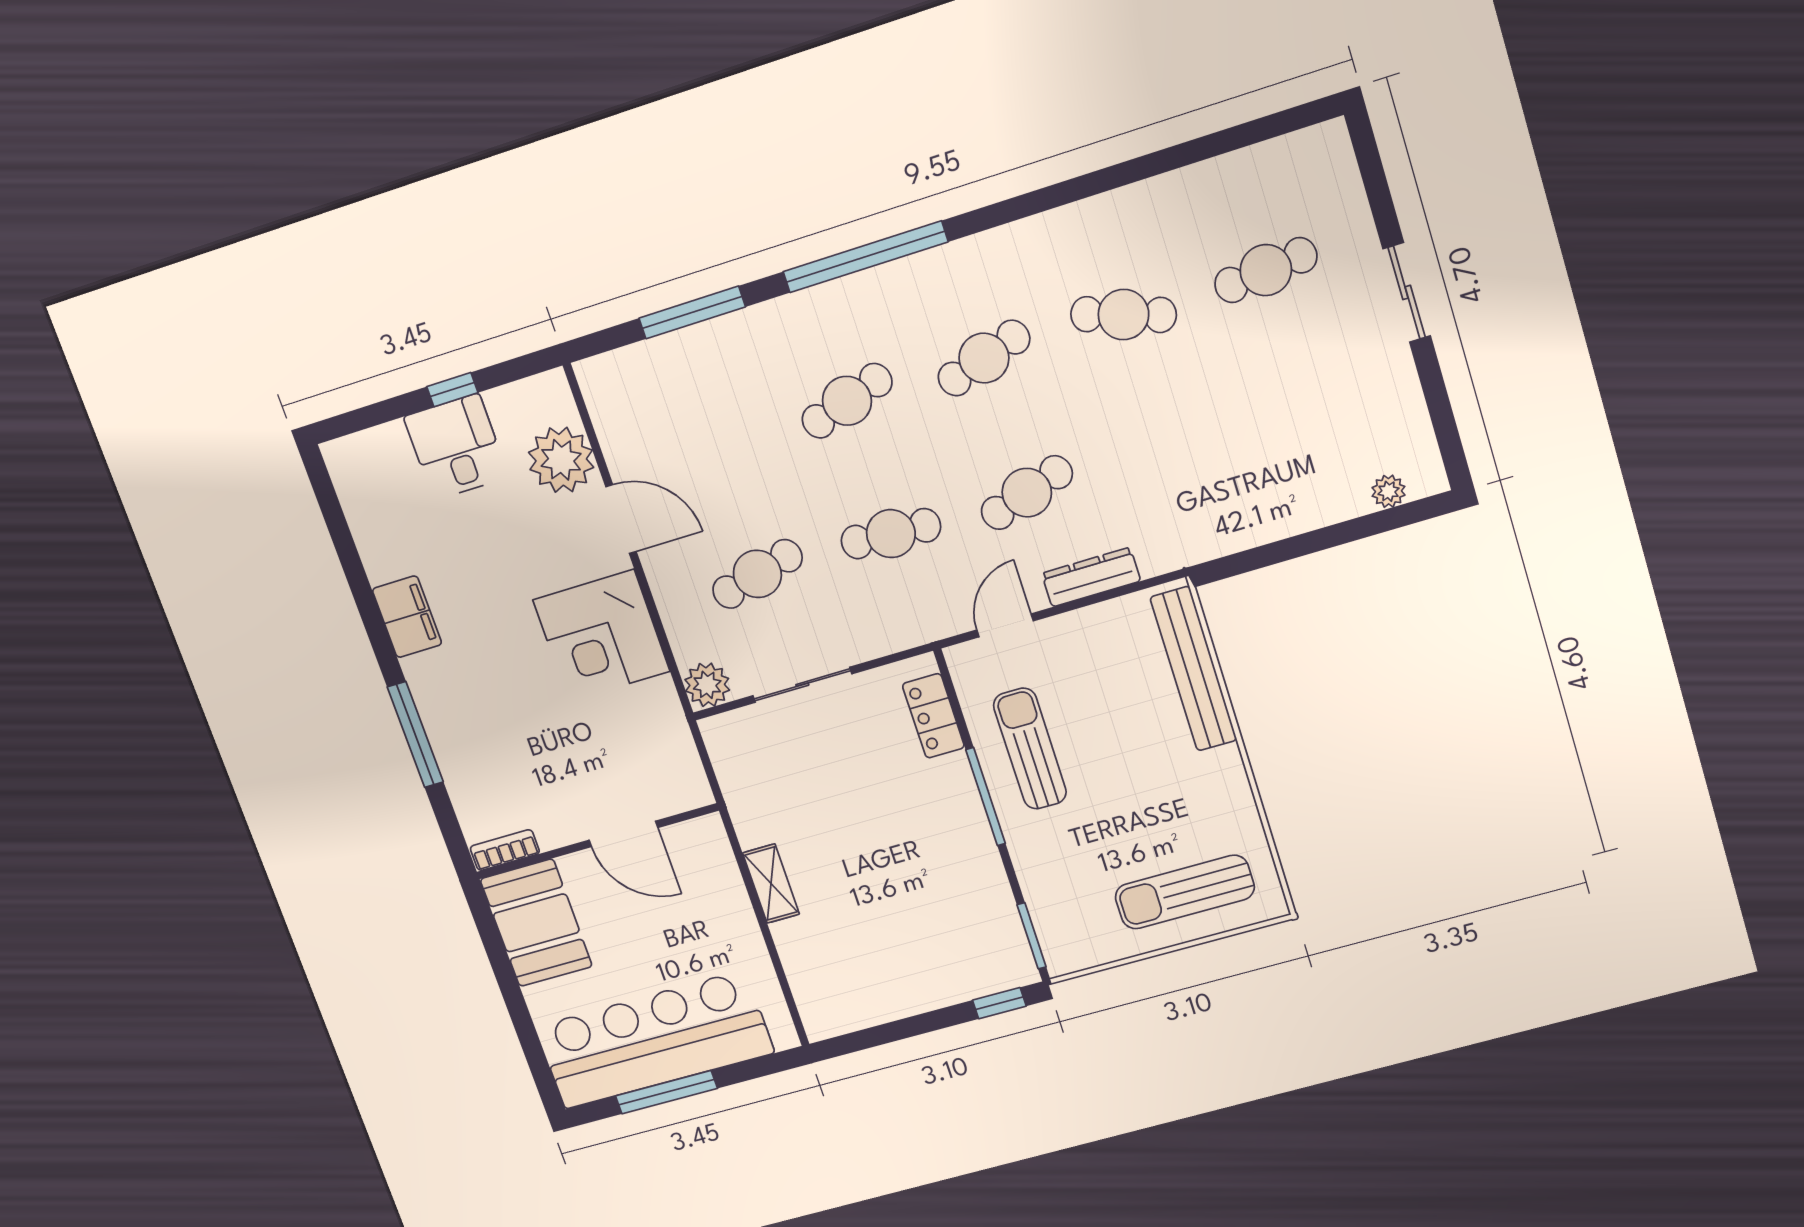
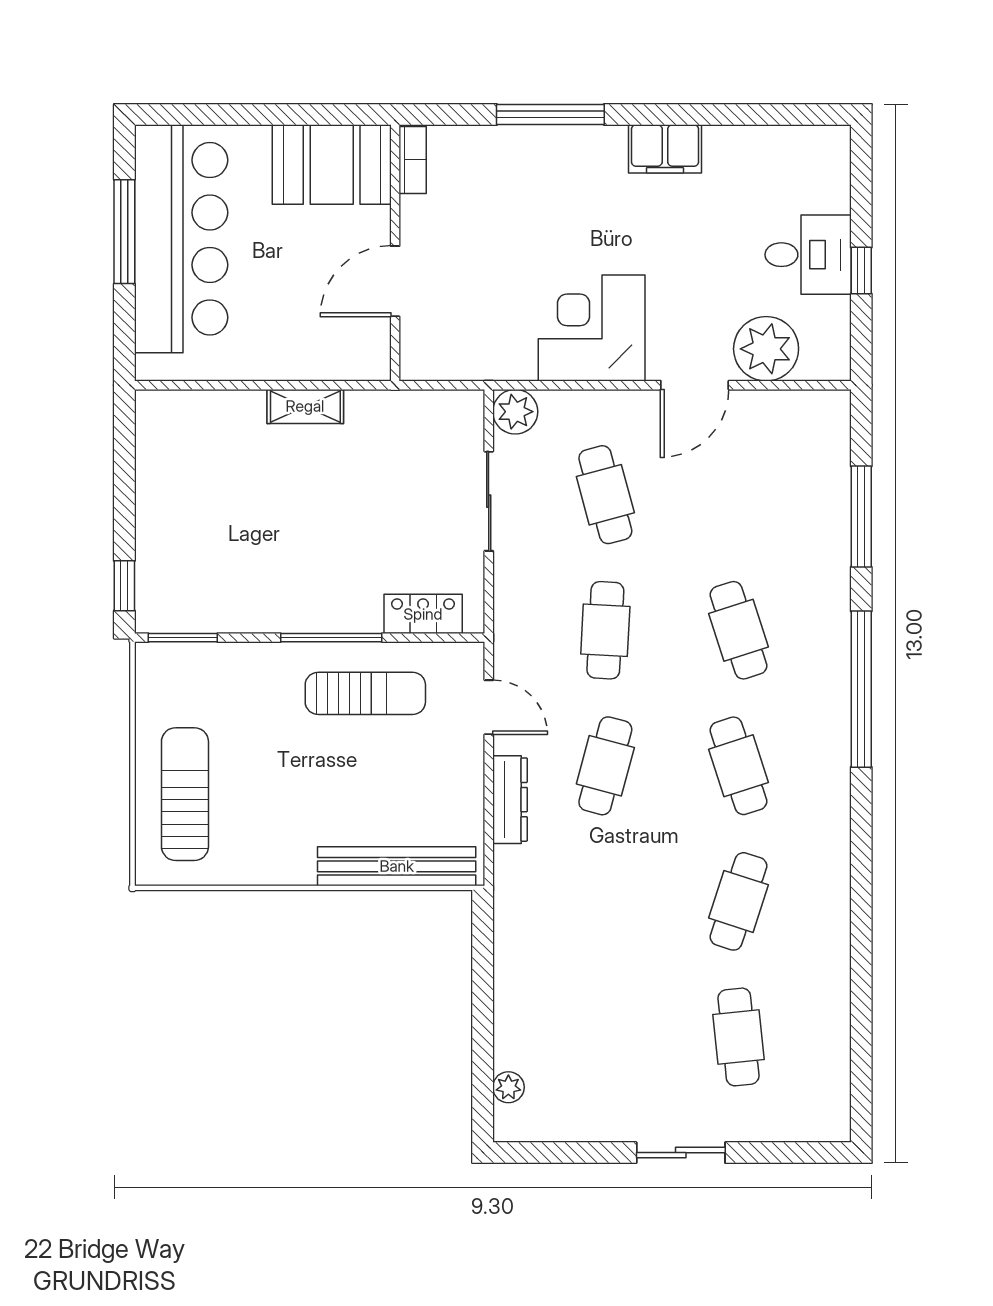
cafe table: (1027, 493) -> (605, 766), turned 33

